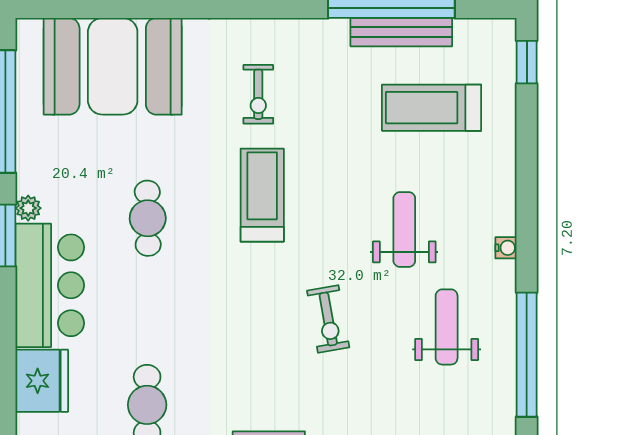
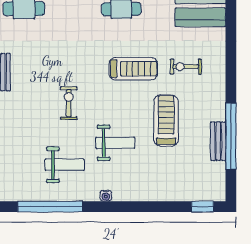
bench: (401, 32) -> (218, 141), width x0.73
treadmill: (432, 108) -> (166, 121), moved
exercise bike: (328, 319) -> (69, 103), turned 100

